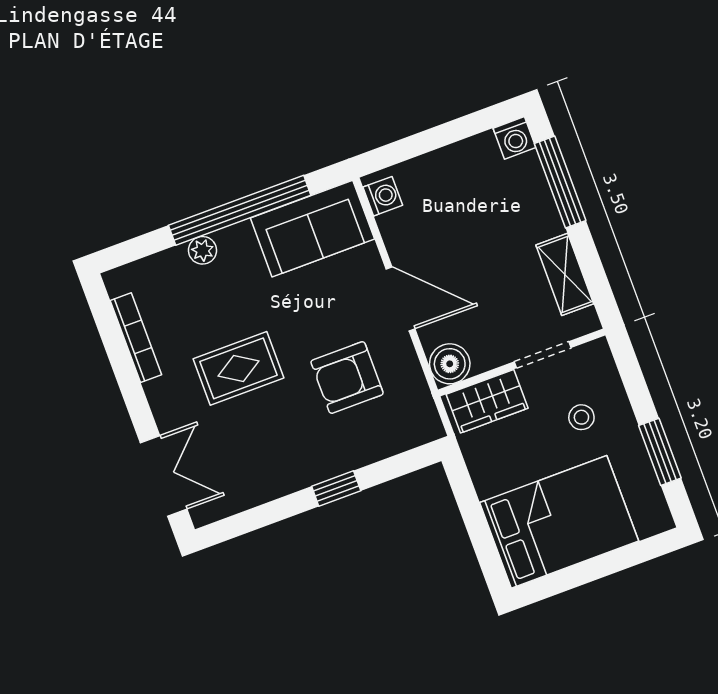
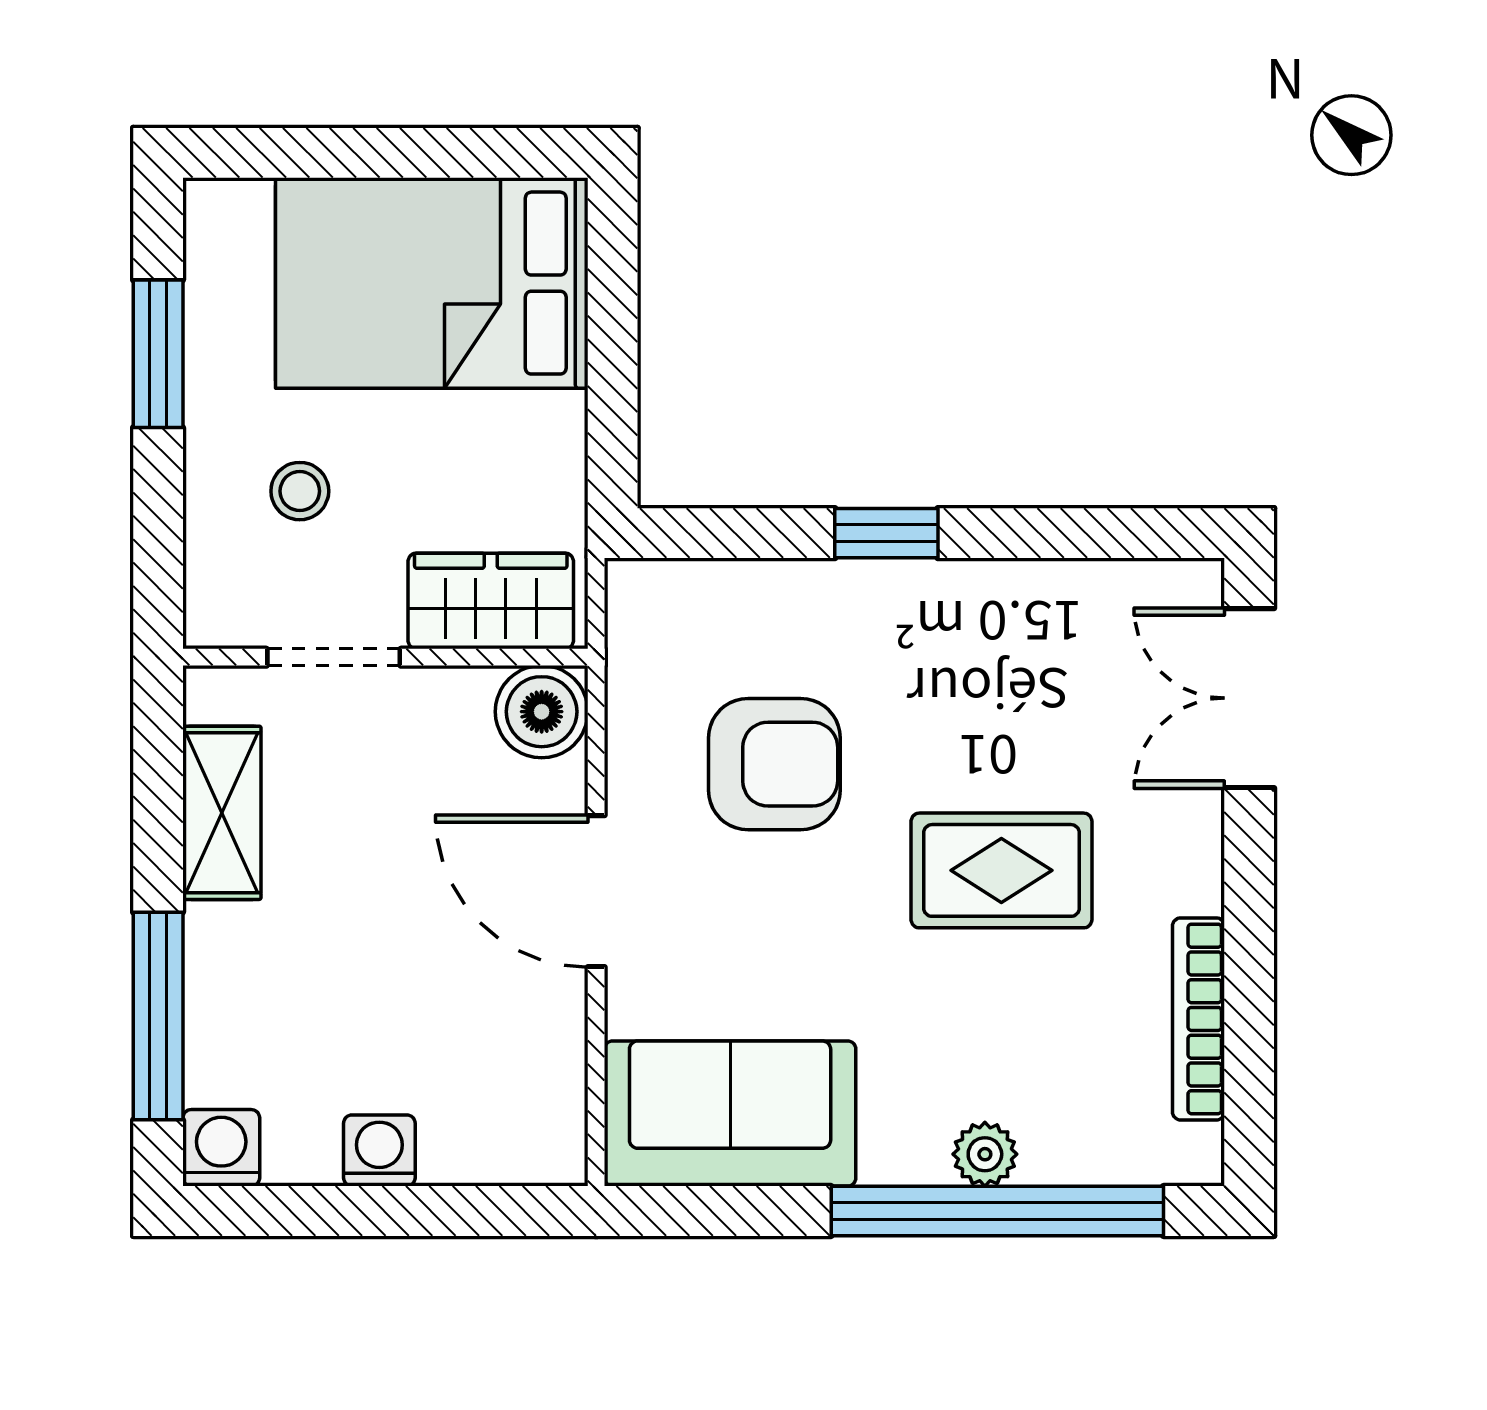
washing machine: (383, 196) -> (379, 1151), moved, turned 90
window: (240, 210) -> (997, 1211), moved

